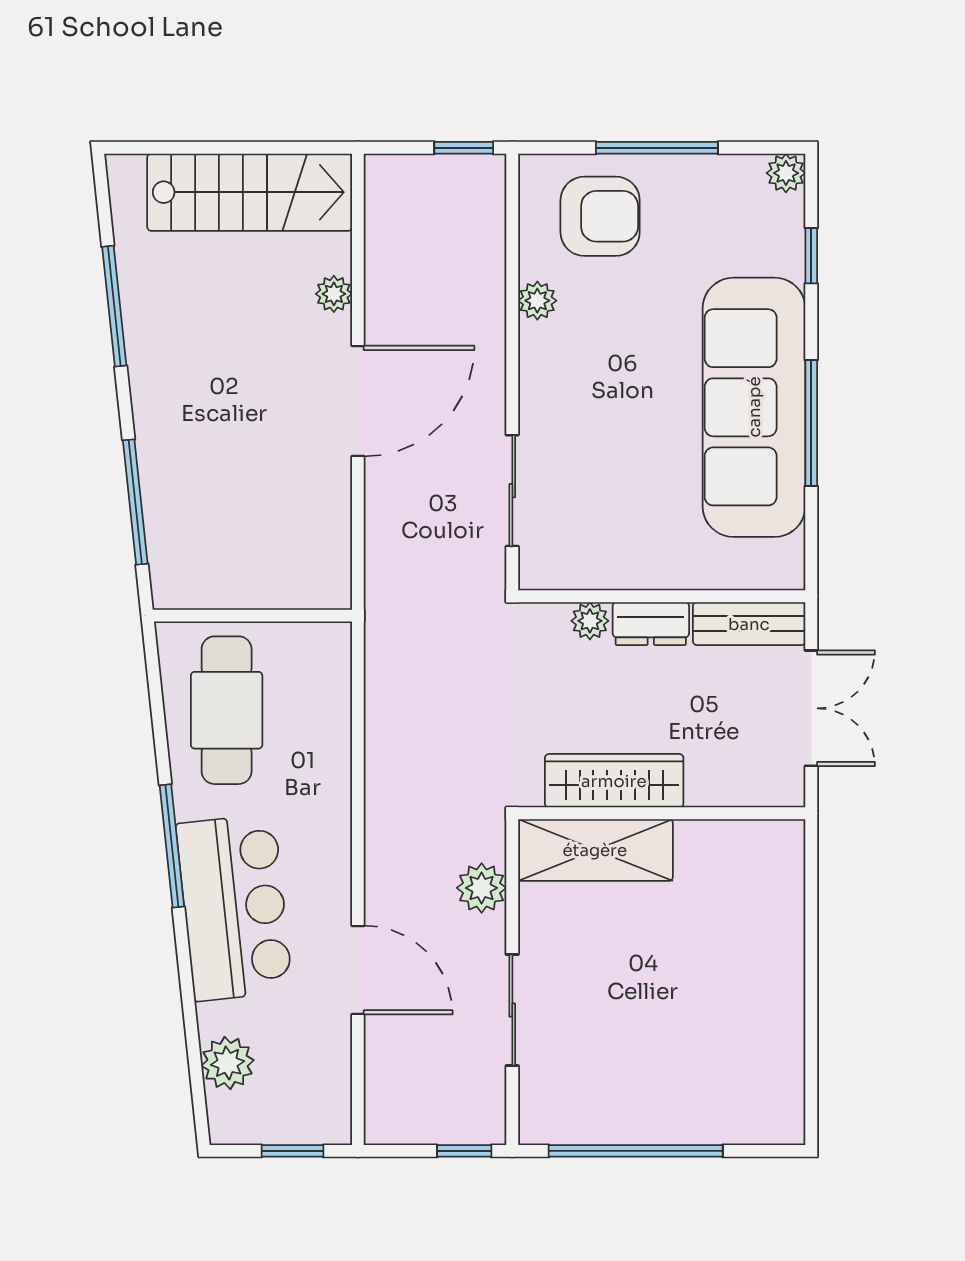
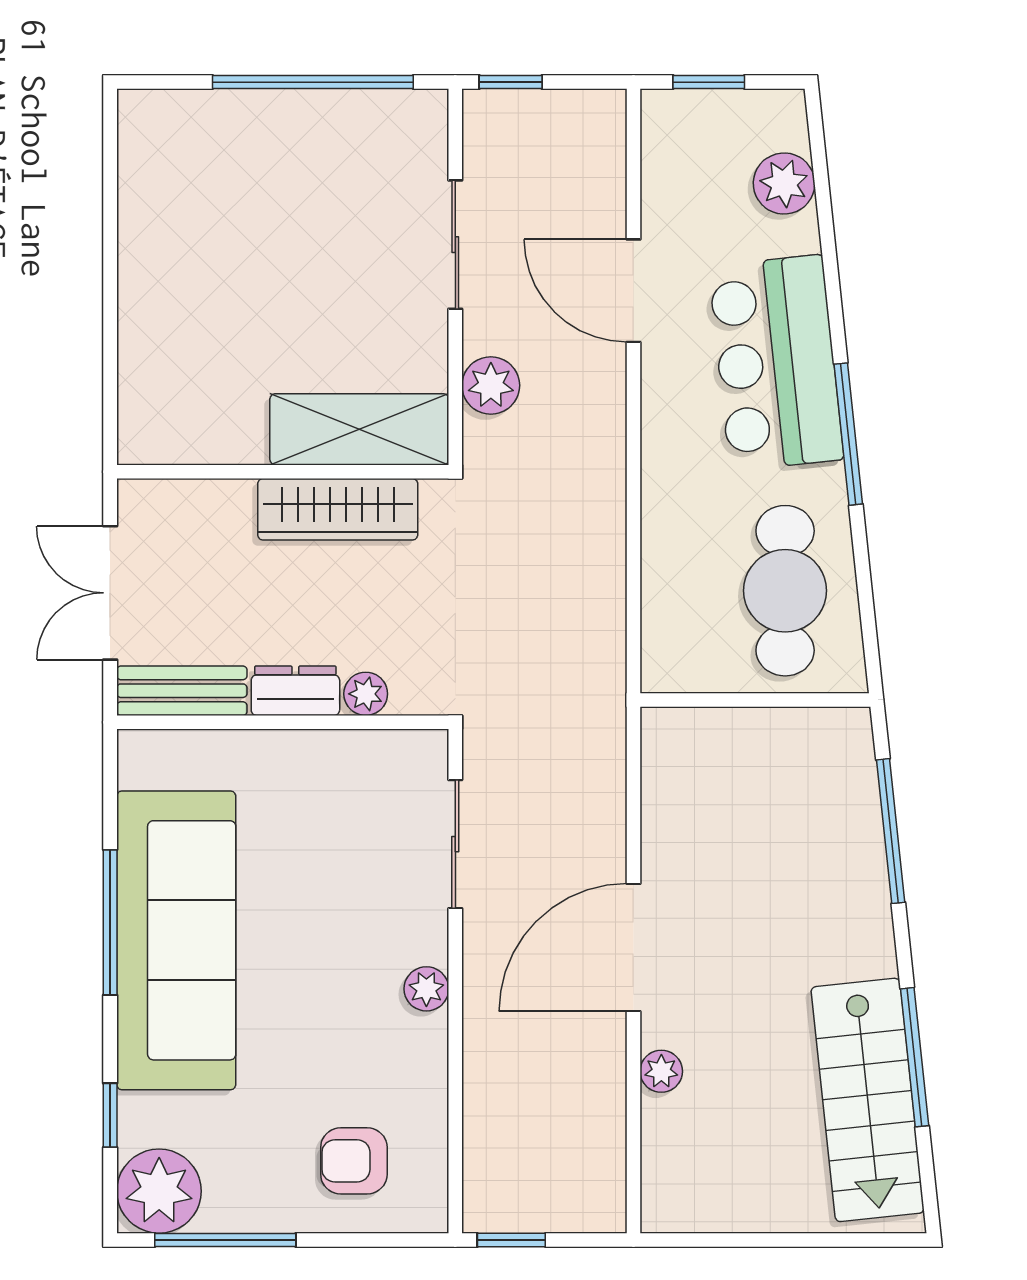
window: (657, 148) -> (225, 1240), moved
plant: (786, 173) -> (159, 1191), width x1.87, depth x1.87
stairs: (250, 192) -> (868, 1100), moved, turned -96
armchair: (600, 216) -> (354, 1161), width x0.72, depth x0.72
plant: (537, 301) -> (426, 989), moved

